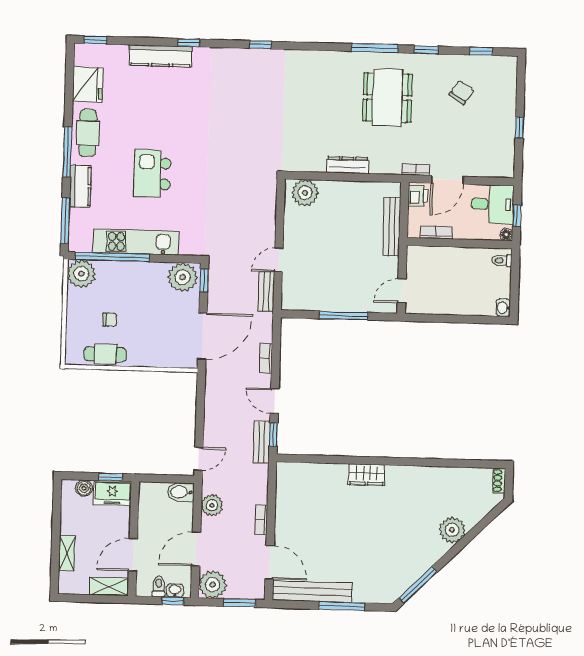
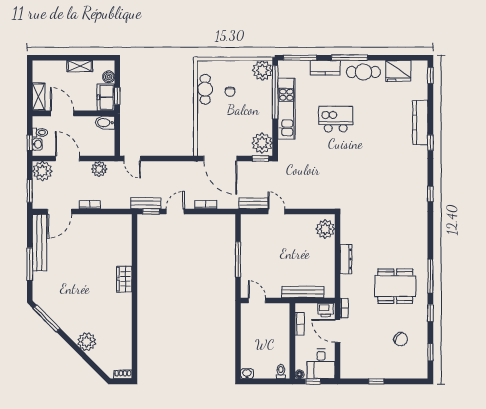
bidet: (181, 492) -> (105, 123), moved, turned -90
shelving: (67, 553) -> (80, 66), moved

